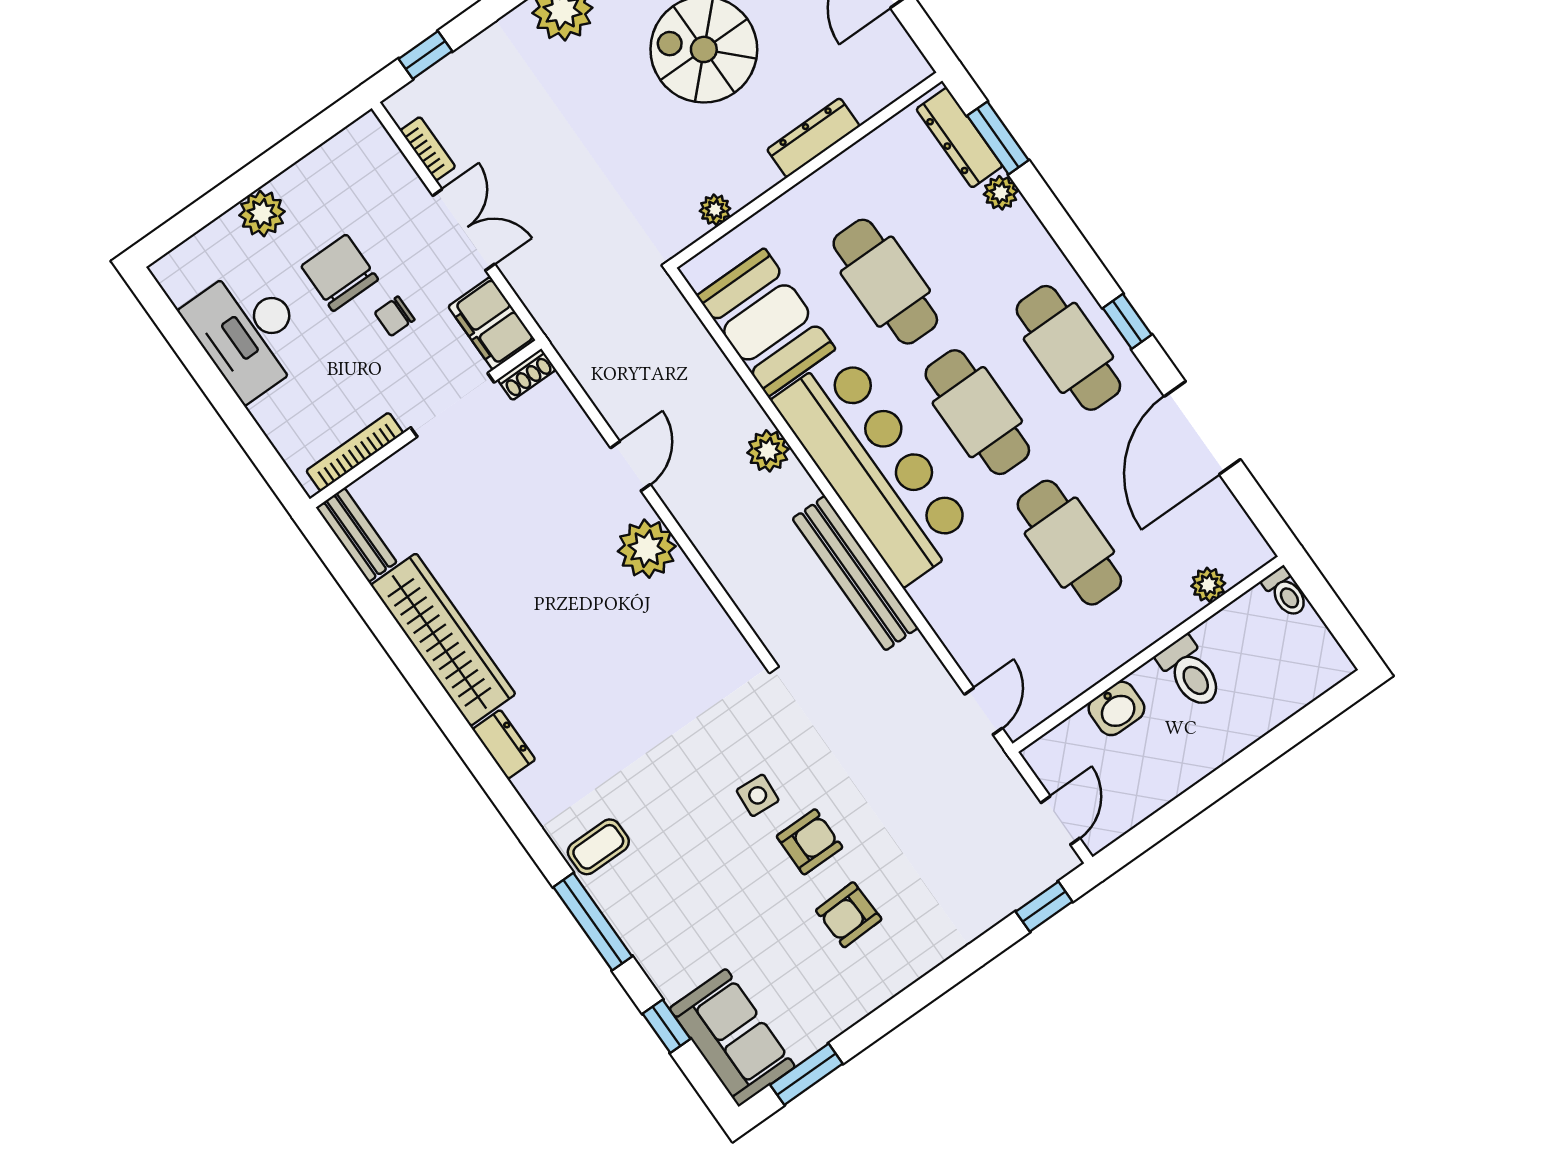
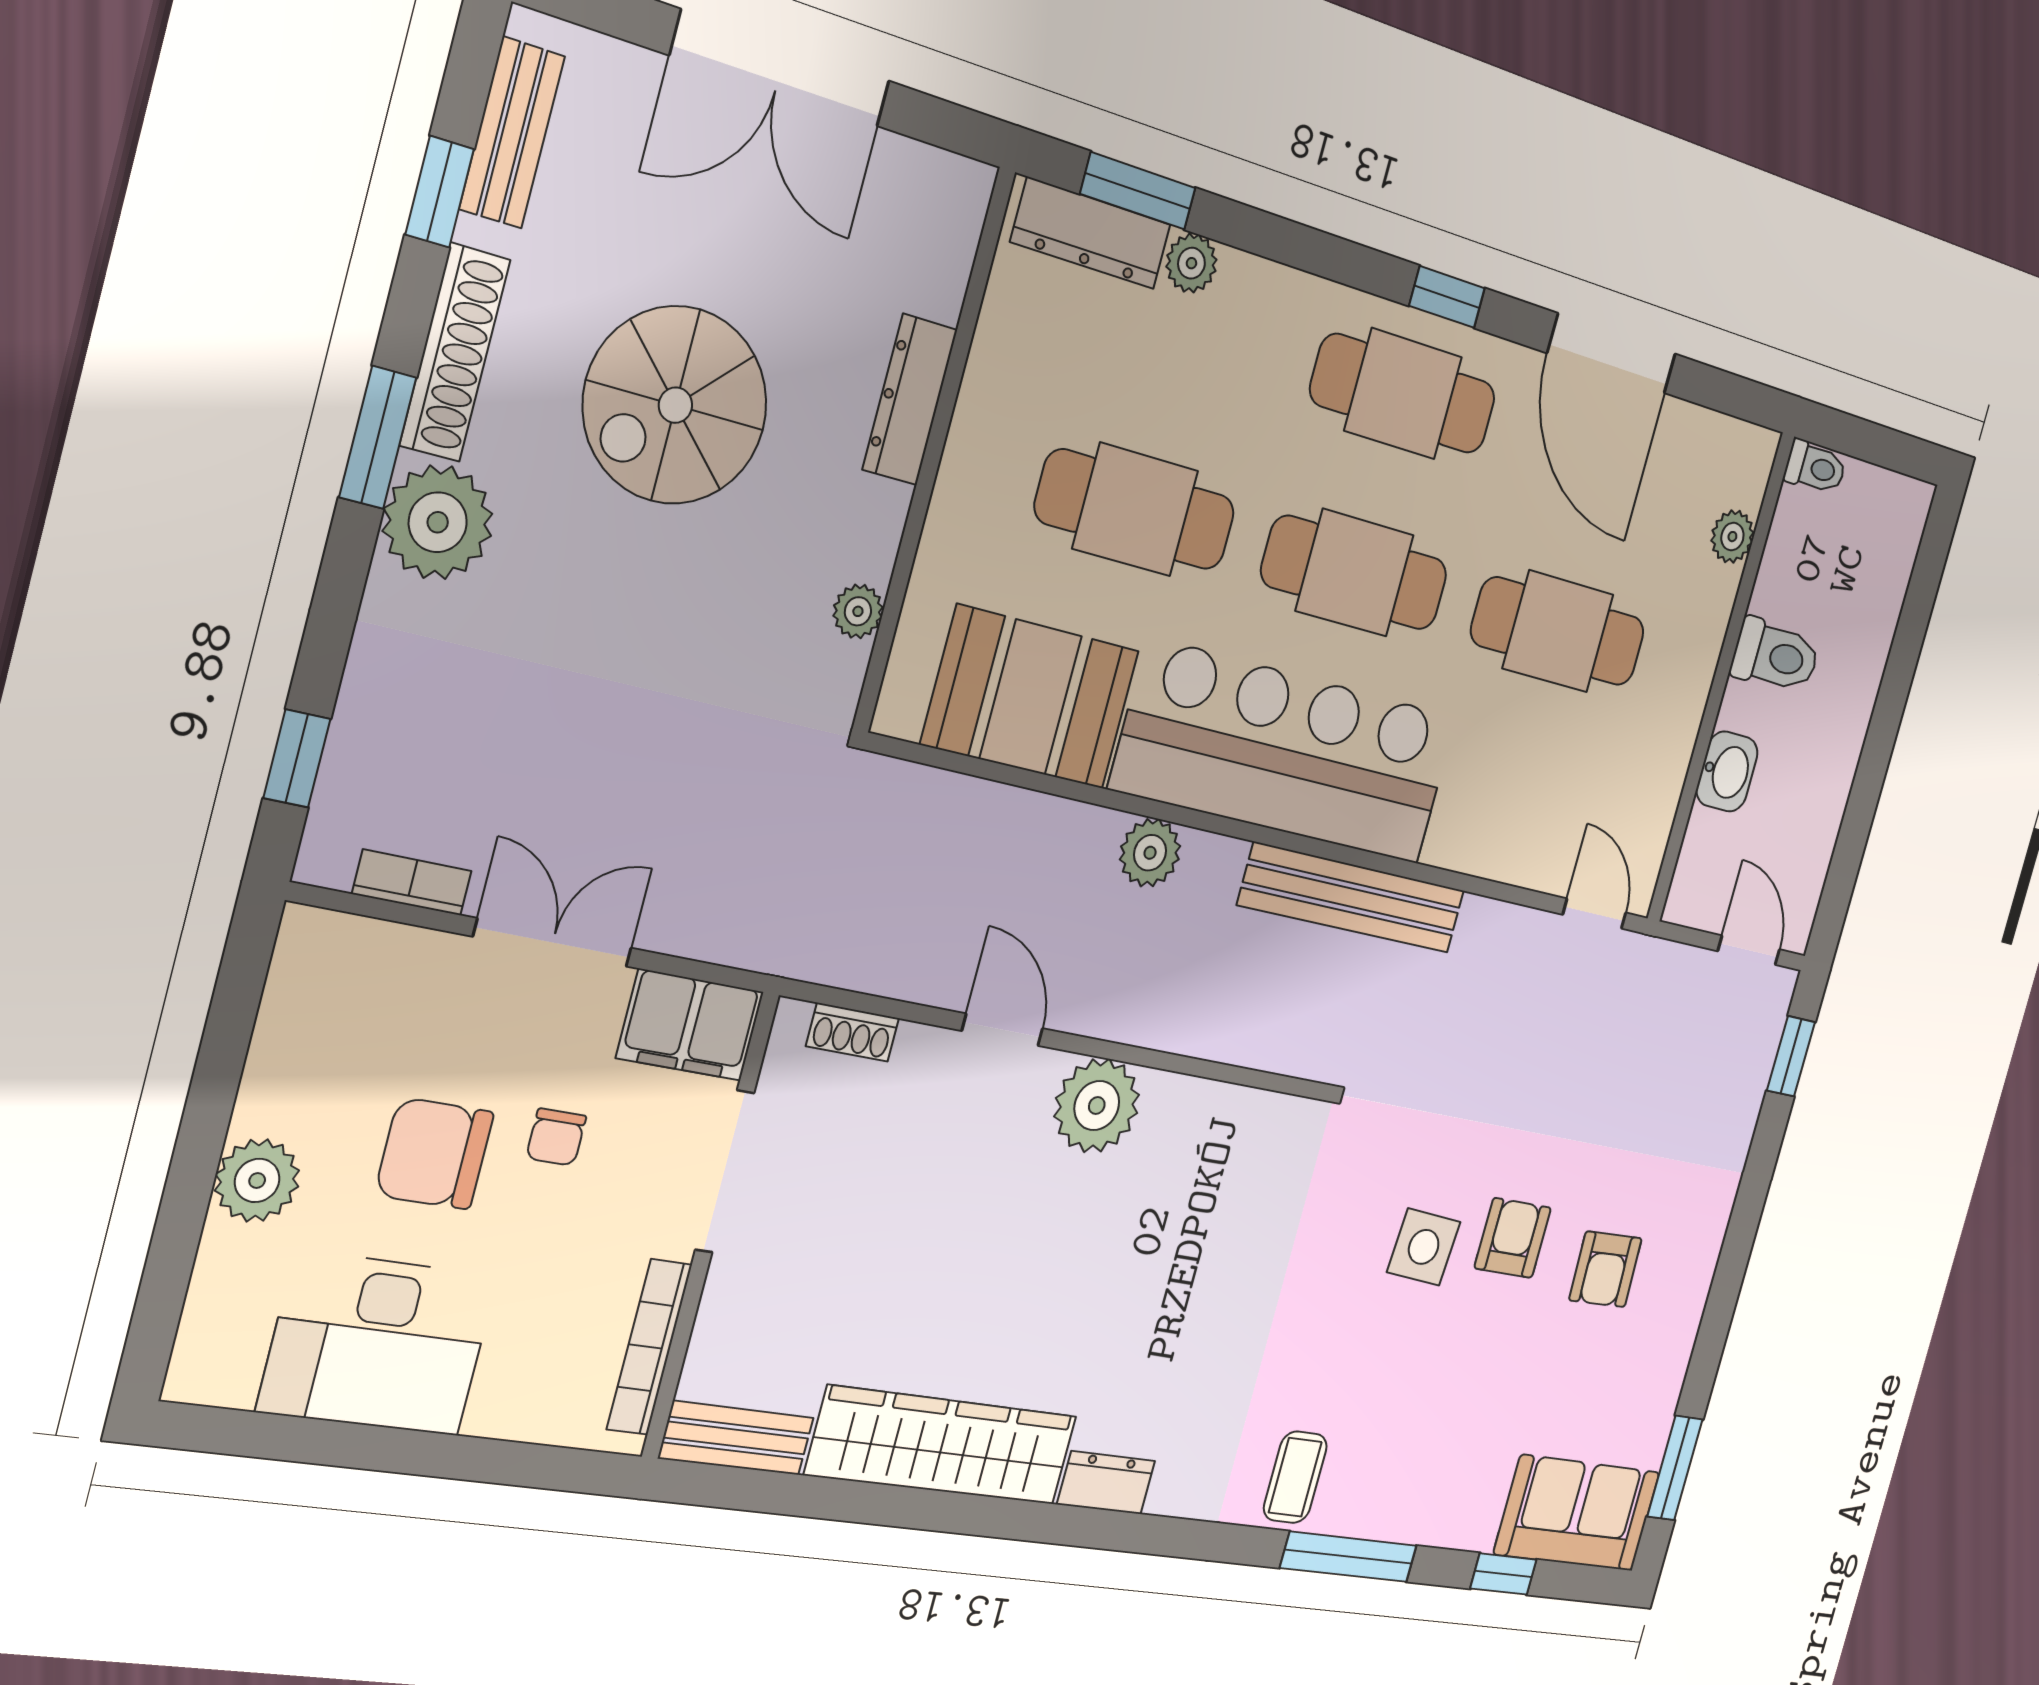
shoe rack: (527, 374) -> (852, 1032), moved, turned 90
side table: (758, 795) -> (1424, 1247), width x1.37, depth x1.37

